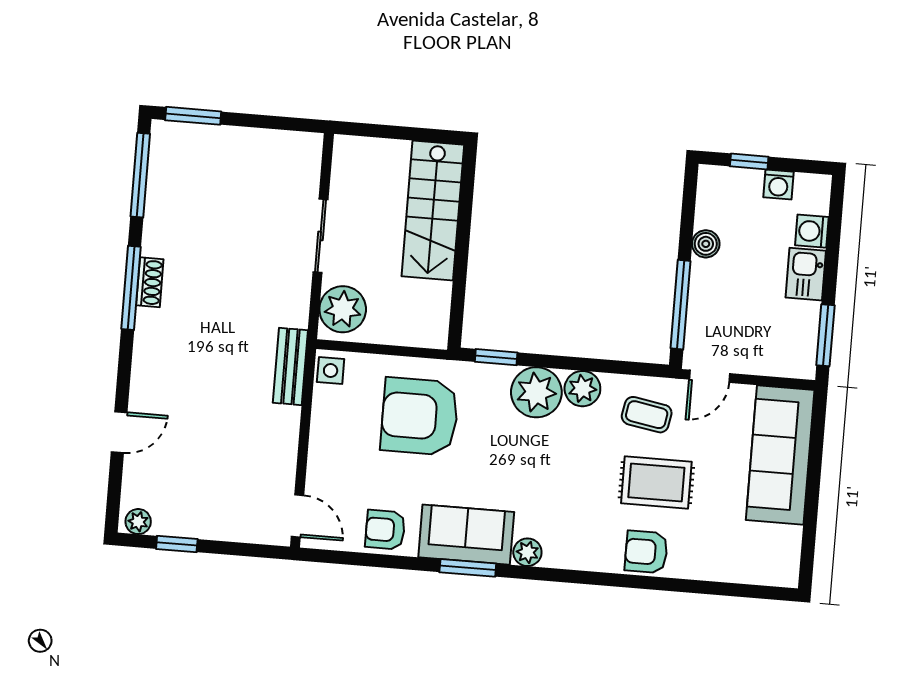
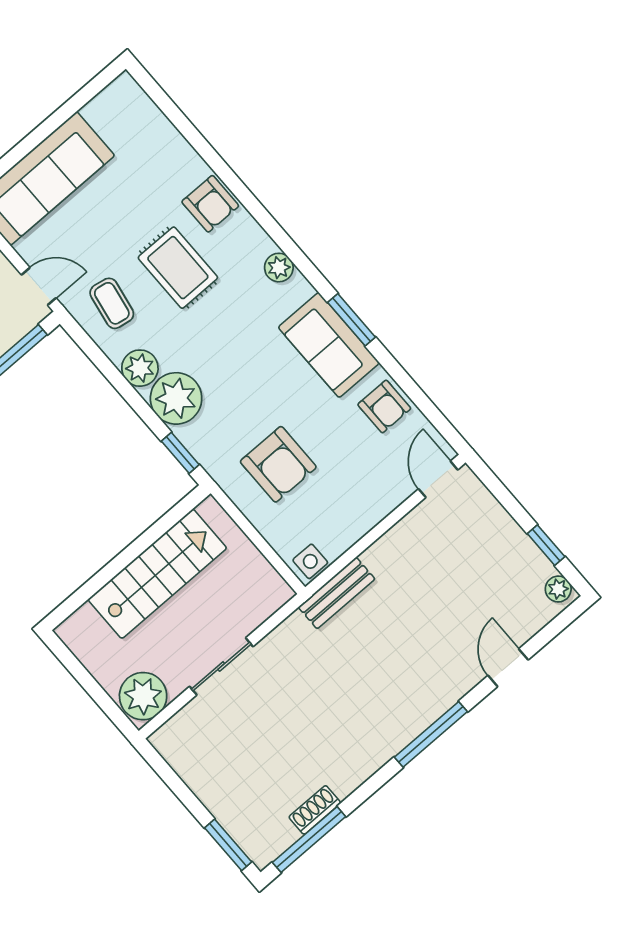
stairs: (433, 211) -> (157, 574), moved
shoe rack: (150, 282) -> (315, 810), moved
window: (131, 288) -> (431, 734), moved
plant: (343, 309) -> (143, 696), moved
armchair: (420, 416) -> (278, 464), width x0.73, depth x0.73
door: (119, 432) -> (508, 668), hinge flipped
rug: (656, 482) -> (178, 268), moved
plant: (527, 552) -> (279, 268), moved

